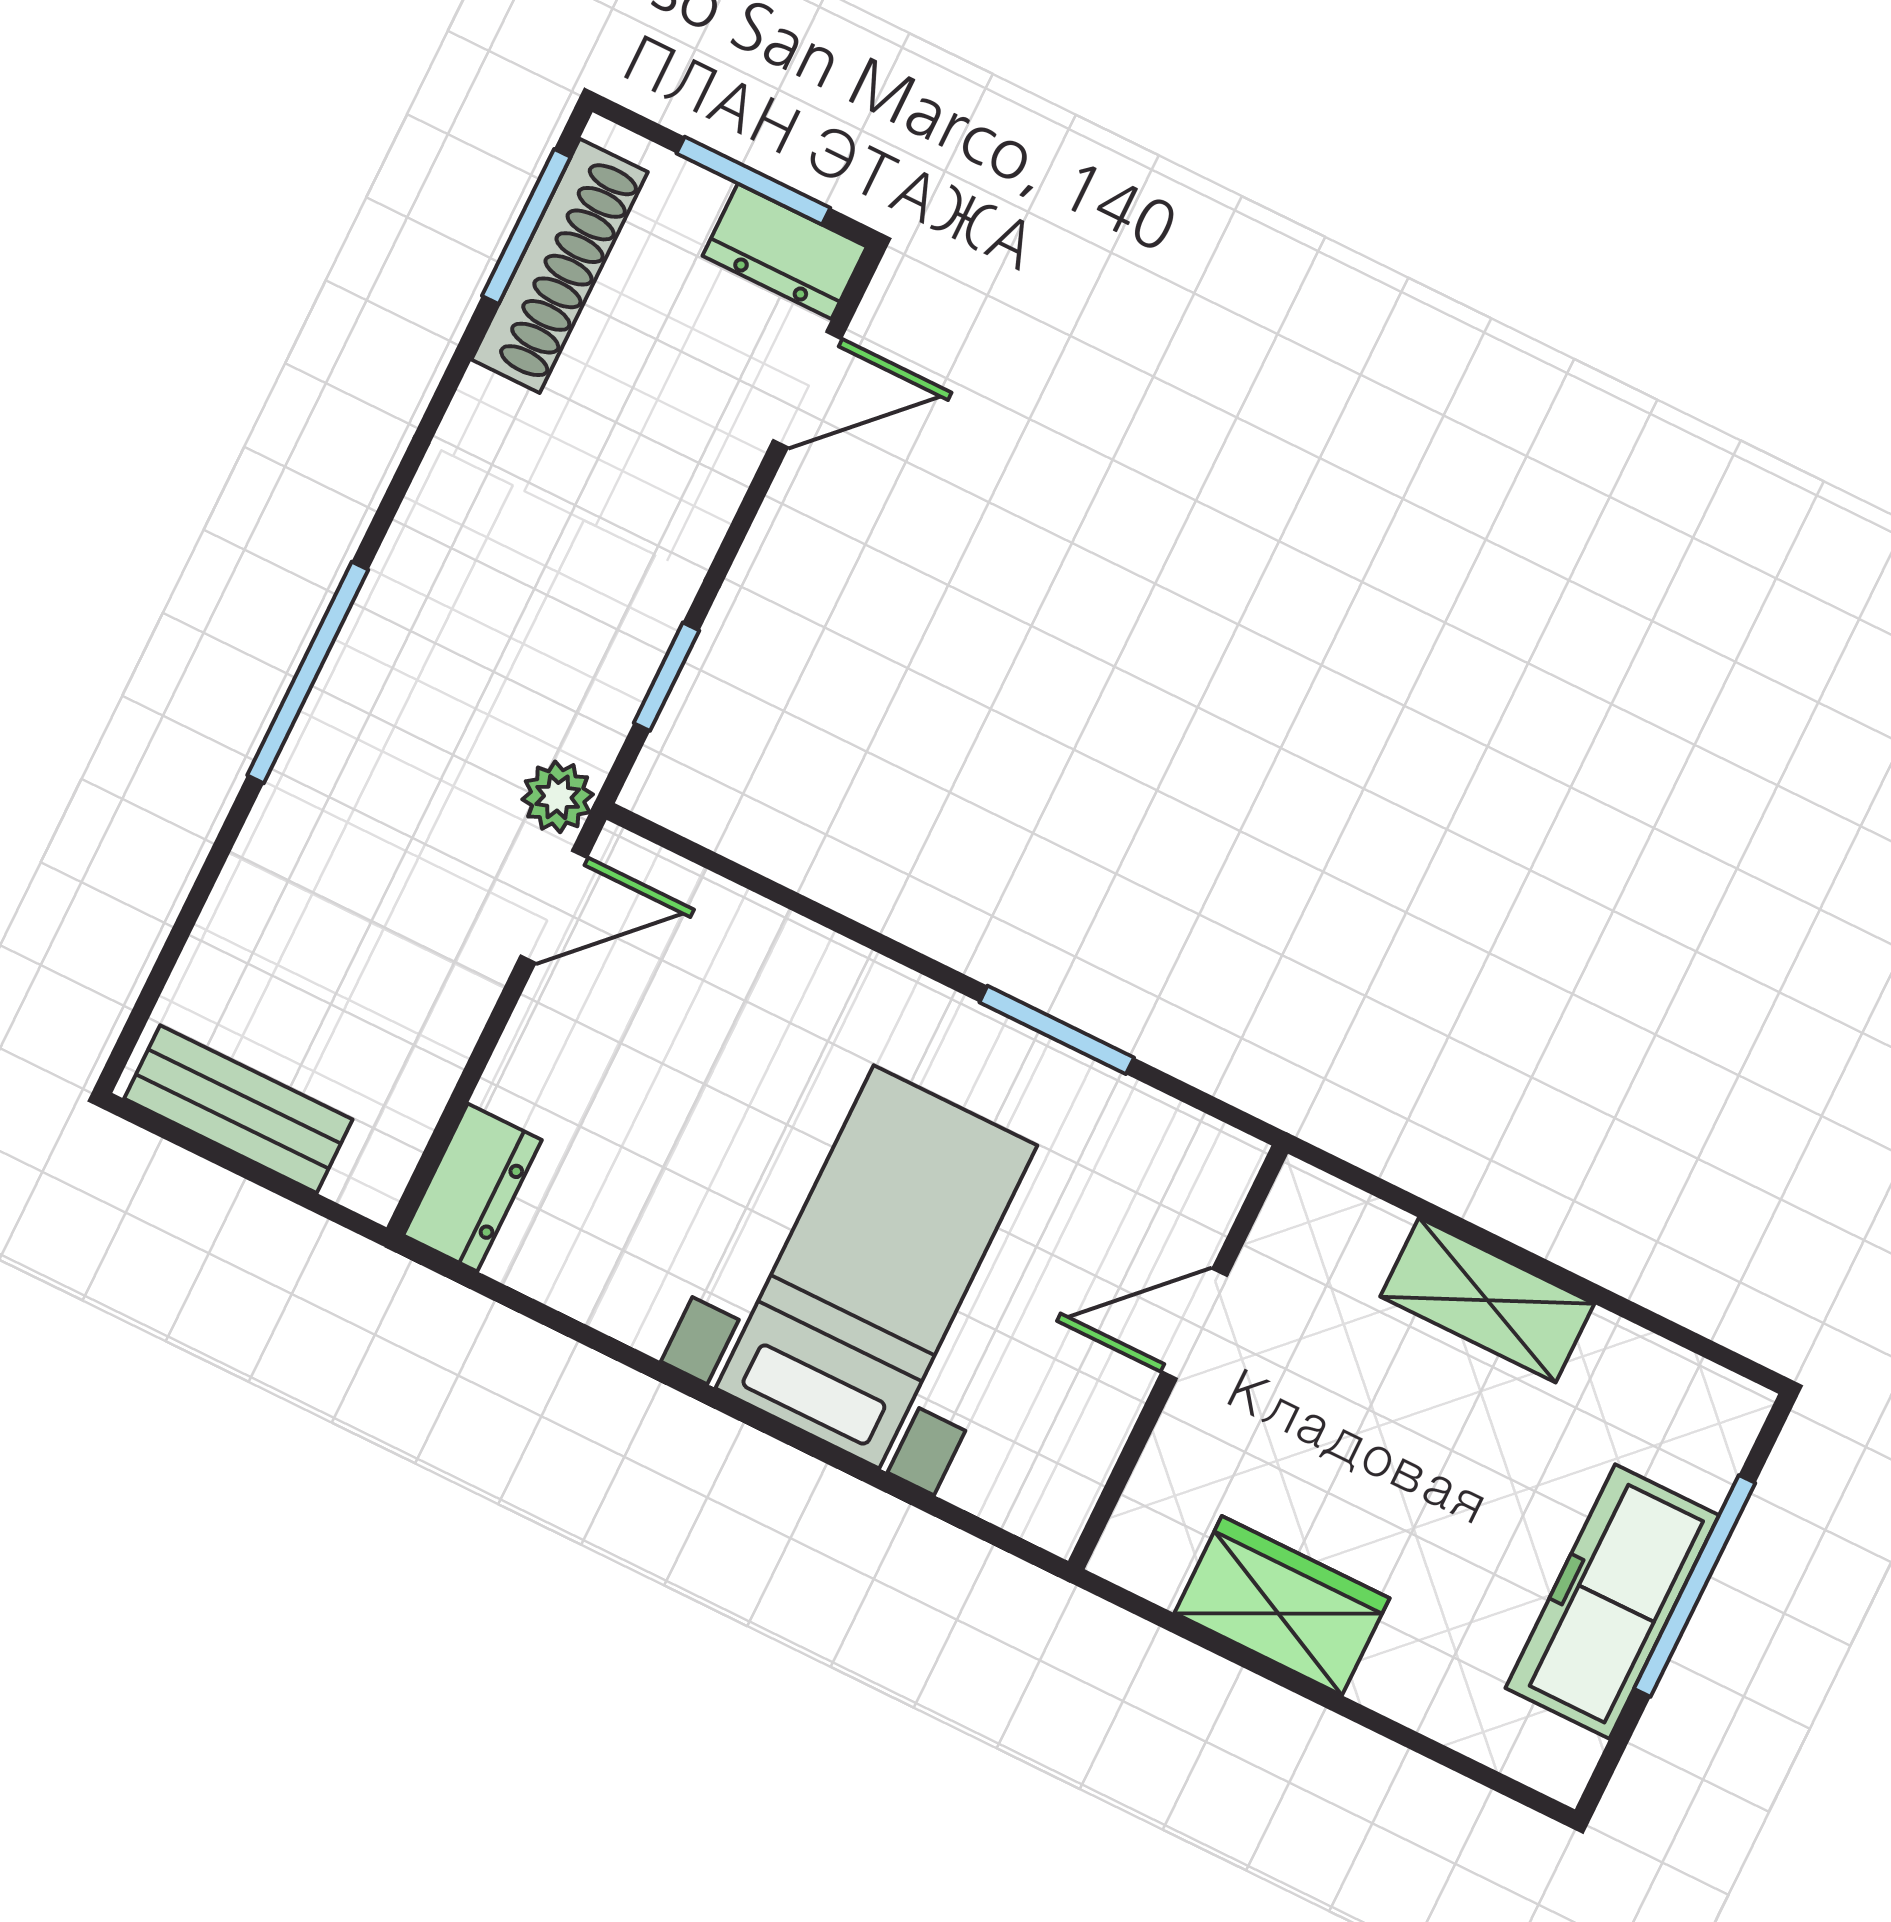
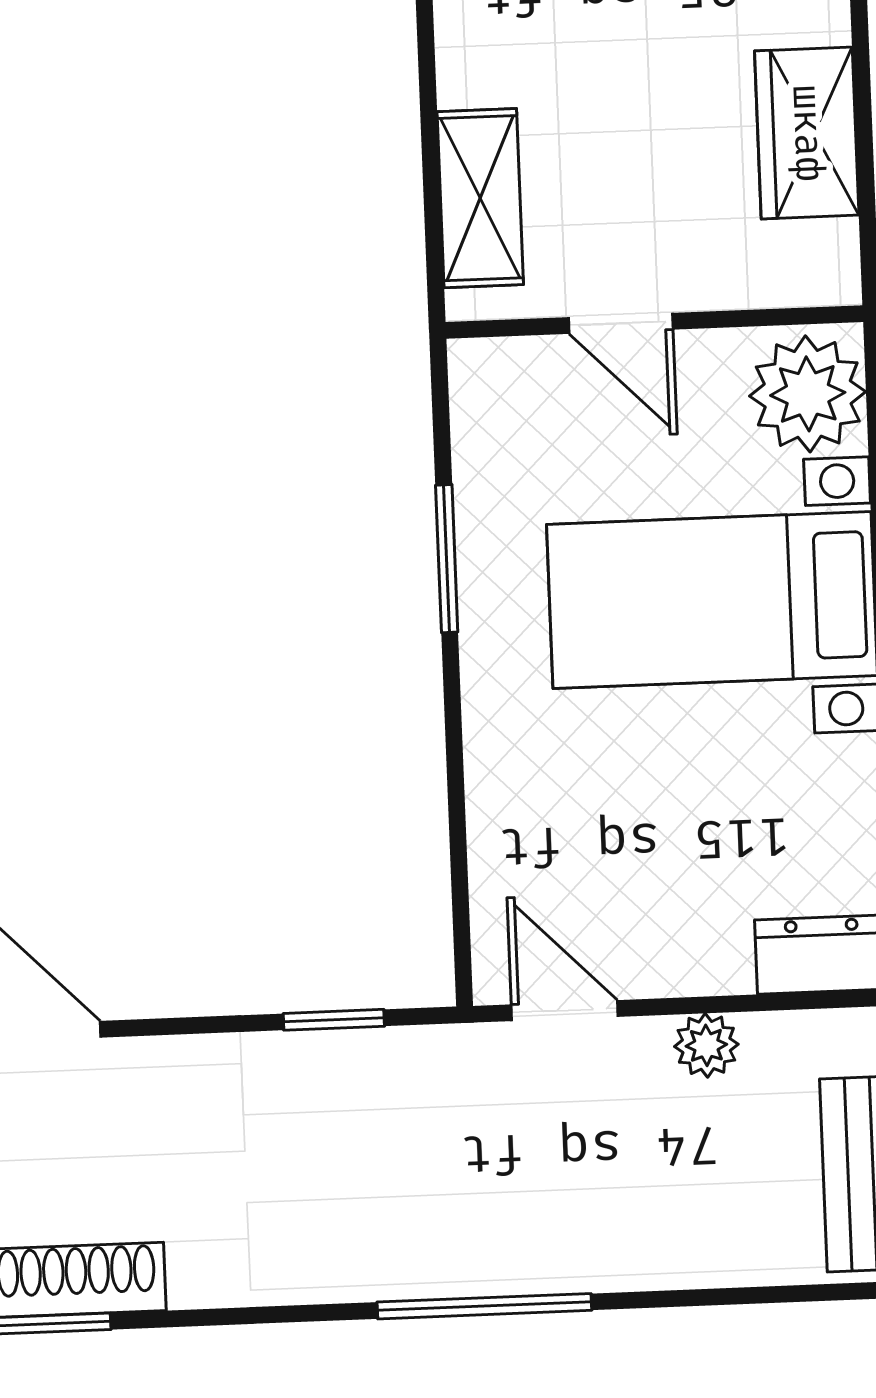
plant: (558, 797) -> (706, 1045), moved
shelving: (1487, 1300) -> (480, 198), moved
plant: (1027, 1469) -> (808, 394), added

